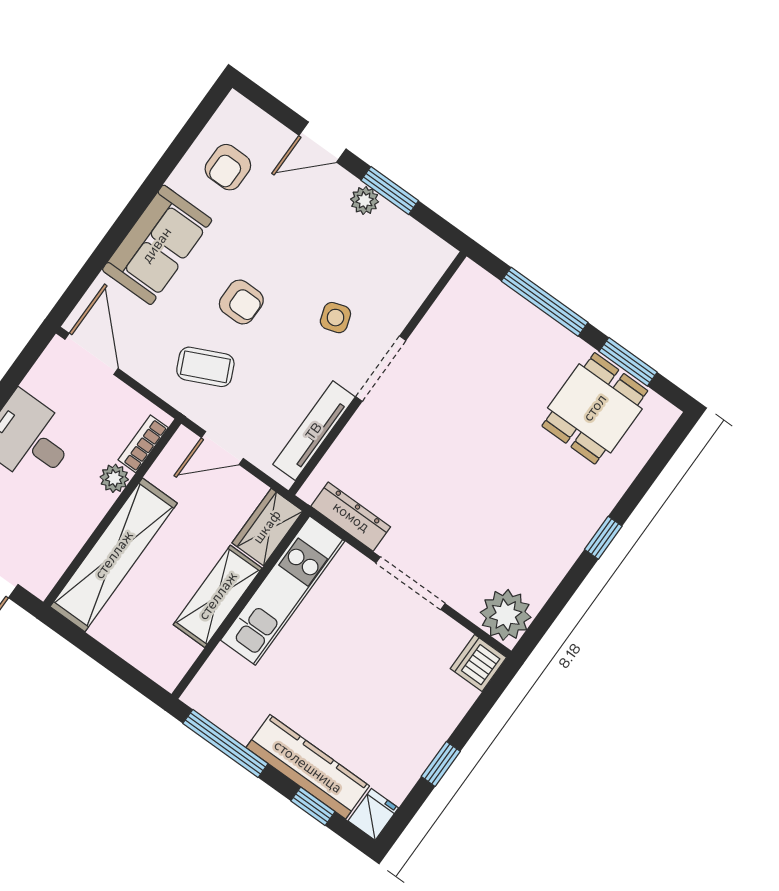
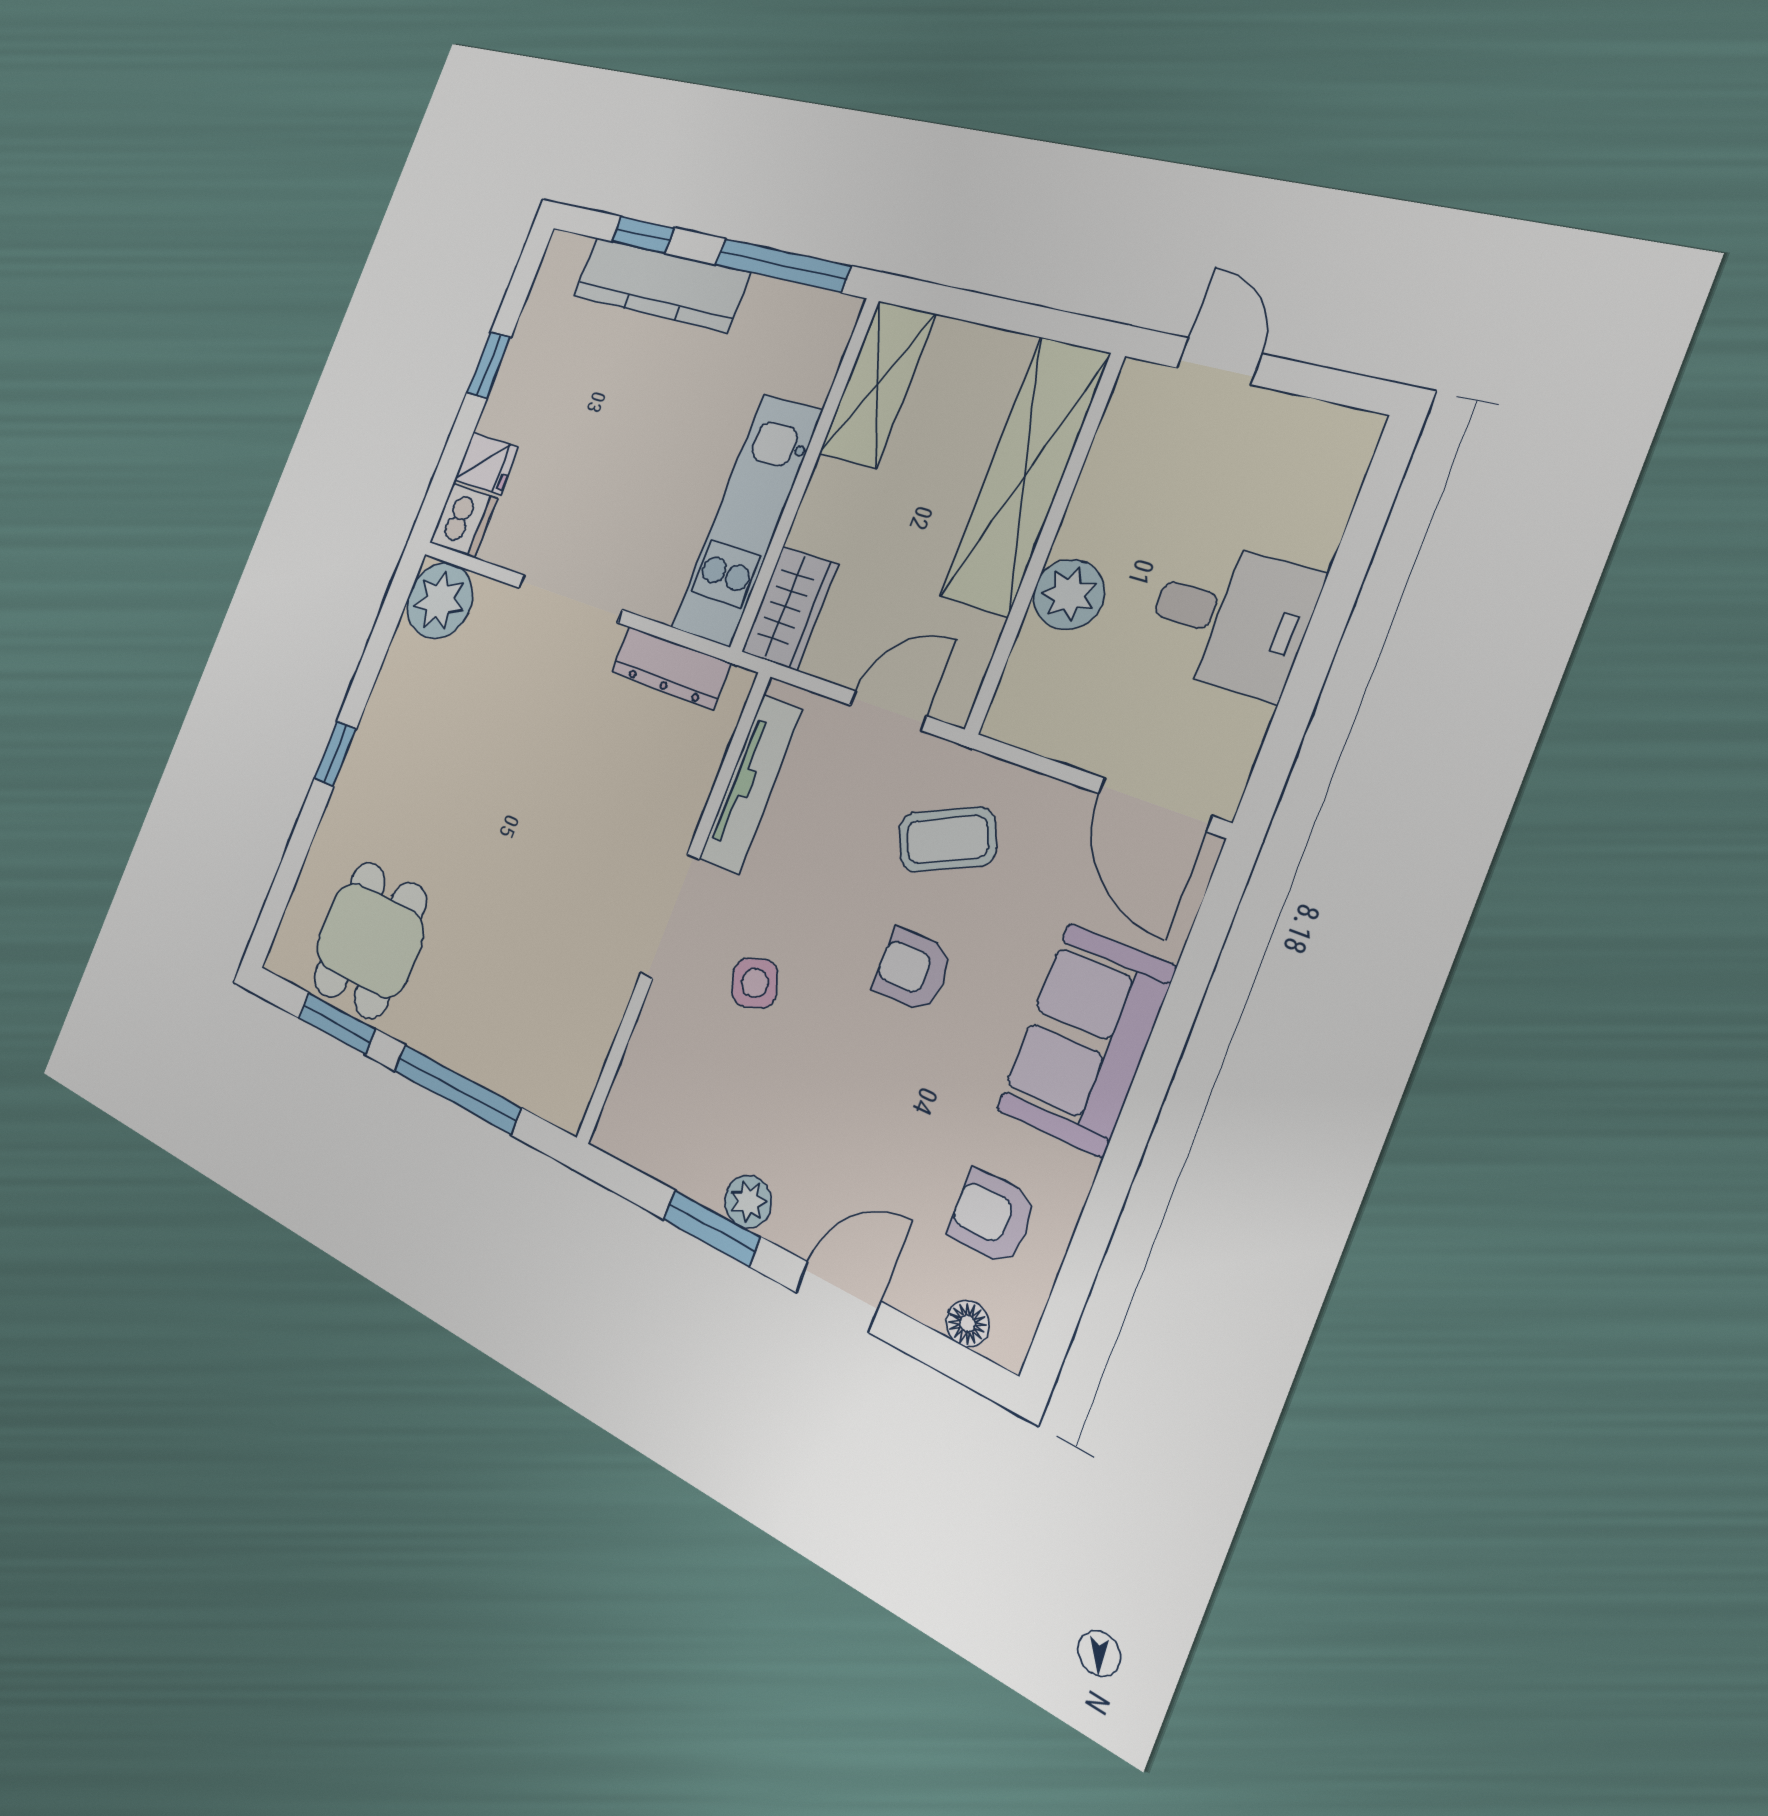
floor lamp: (254, 117) -> (968, 1324), added
armchair: (228, 167) -> (992, 1217), turned -90
bookcase: (143, 444) -> (1022, 675), removed
plant: (114, 478) -> (1069, 594), width x1.38, depth x1.38
shelving: (218, 596) -> (877, 384), moved
fridge: (373, 814) -> (486, 463), moved, turned -90

